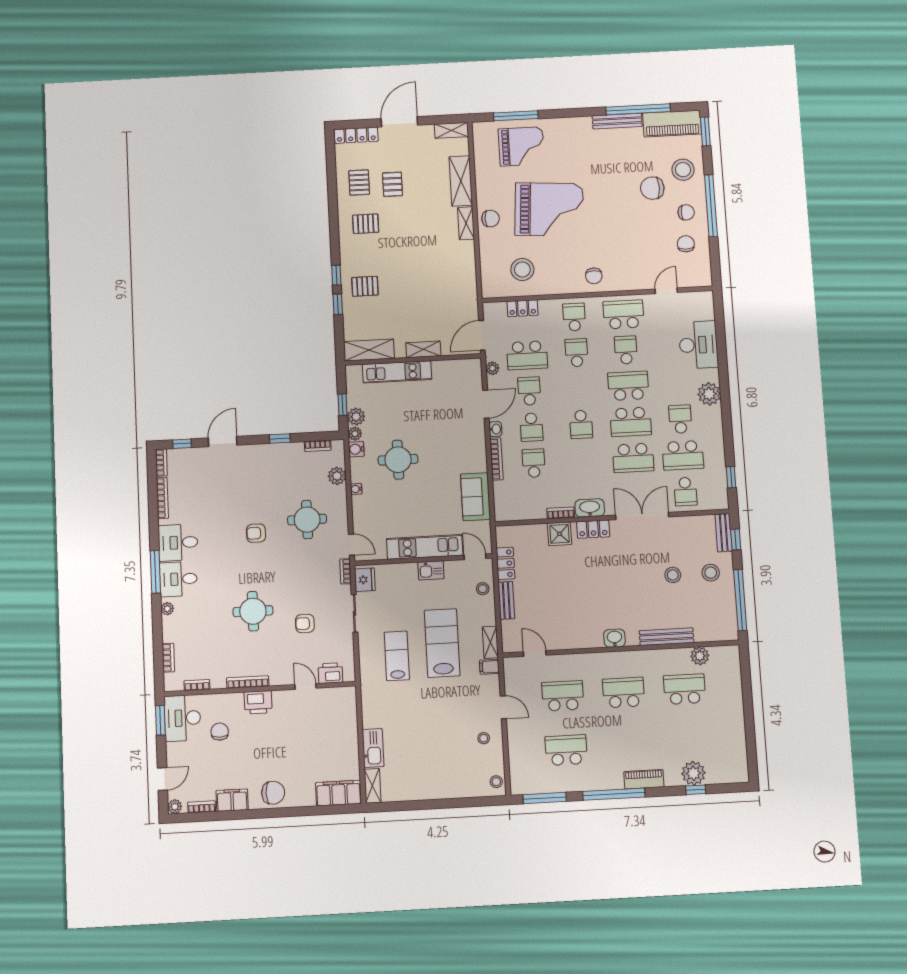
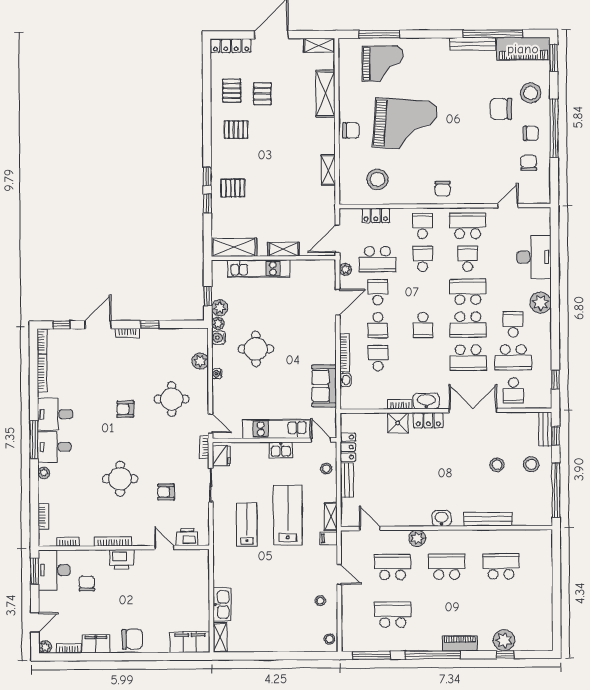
shelving: (466, 223) -> (328, 170), moved
washbasin: (495, 429) -> (345, 380), moved
bookcase: (318, 446) -> (127, 333), moved
plant: (700, 656) -> (417, 538), moved

